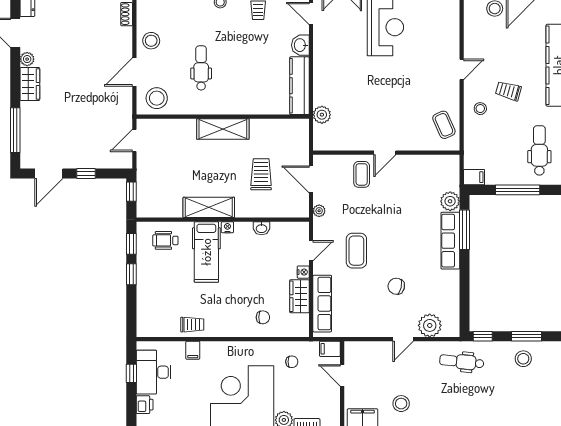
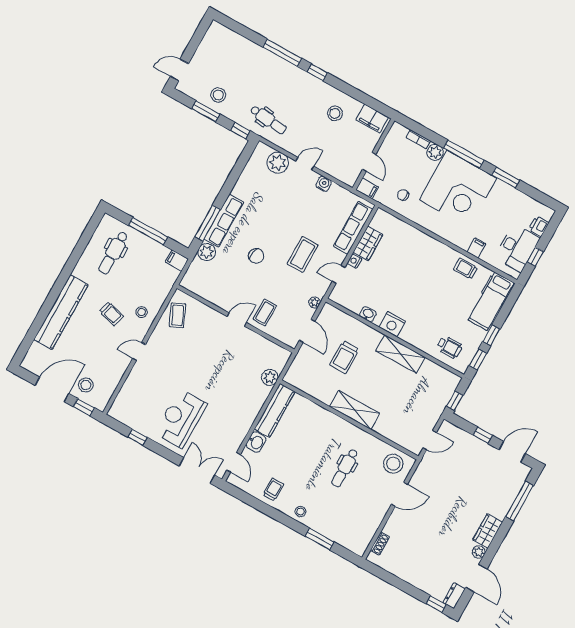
stool: (151, 41) -> (372, 512), removed
nightstand: (227, 227) -> (392, 324), width x1.89, depth x1.79
hospital bed: (206, 252) -> (491, 301), moved, turned 180
chair: (396, 286) -> (256, 256), moved
chair: (263, 317) -> (406, 243), removed
water cooler: (374, 330) -> (324, 184), added

